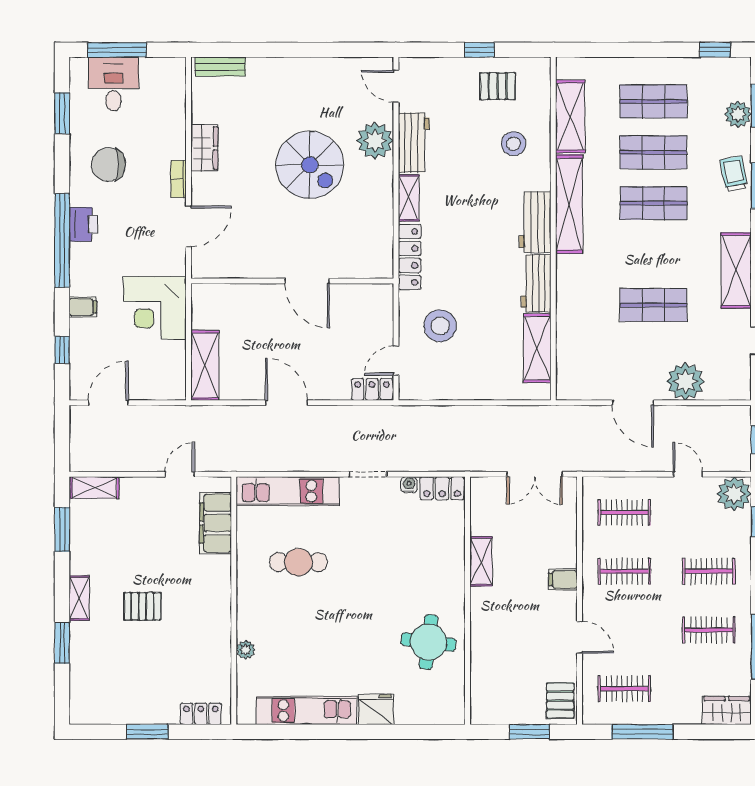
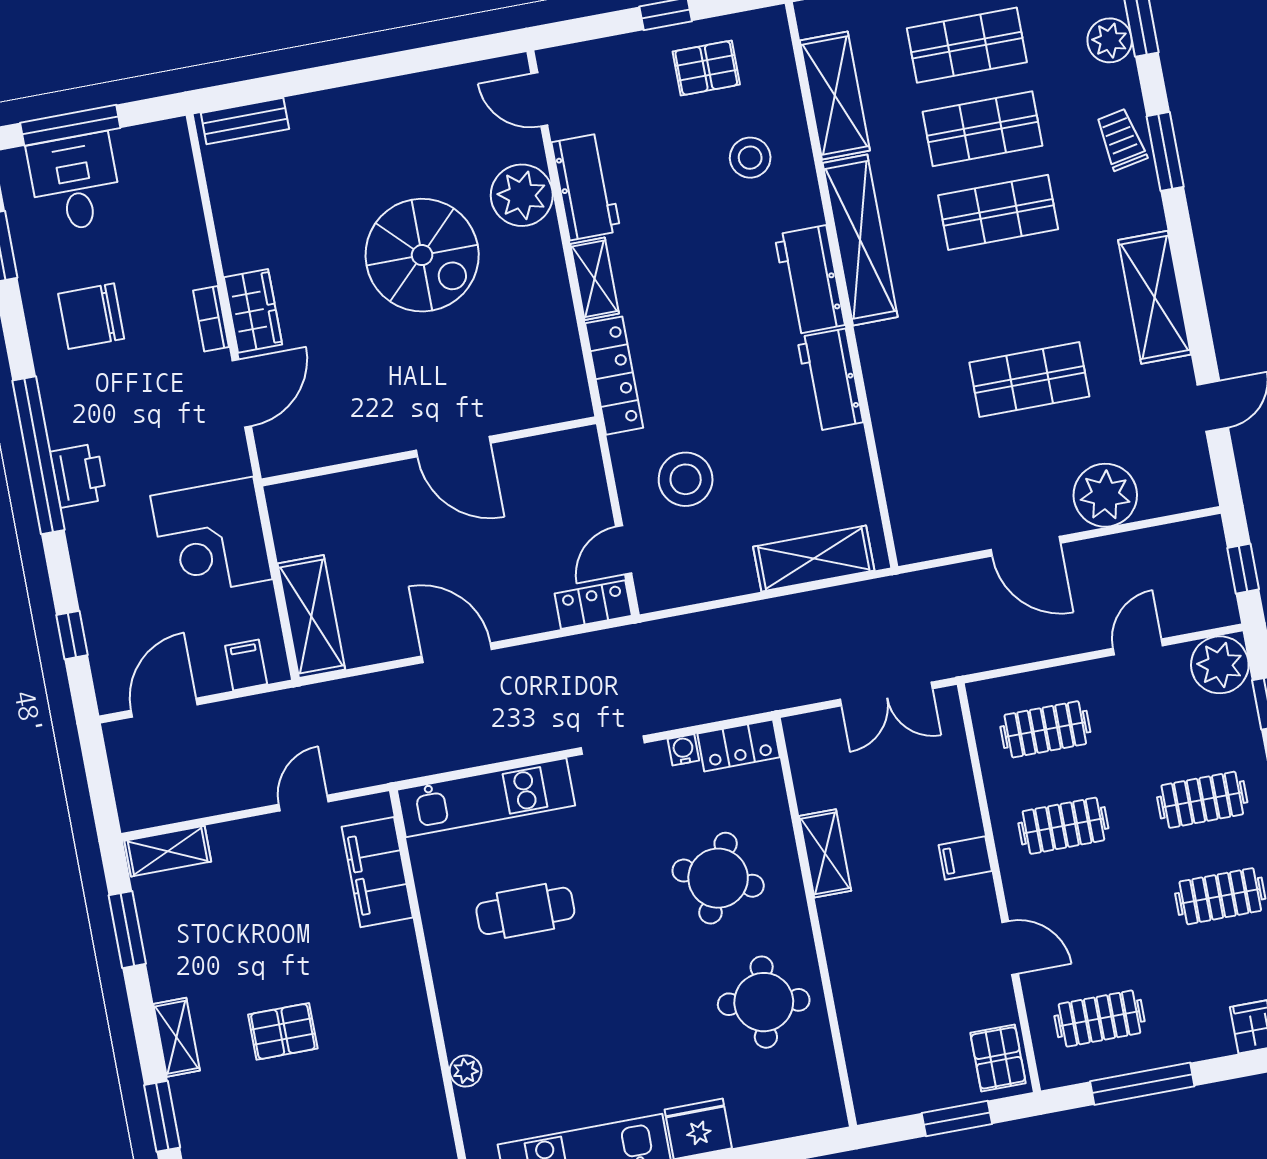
wardrobe: (204, 148) -> (253, 311), moved
printer: (83, 224) -> (79, 475), moved
filing cabinet: (83, 307) -> (246, 665), moved, turned -90
shelving: (537, 348) -> (814, 559), moved, turned 90
door: (688, 474) -> (1138, 647), hinge flipped
round table: (415, 564) -> (718, 878), added

